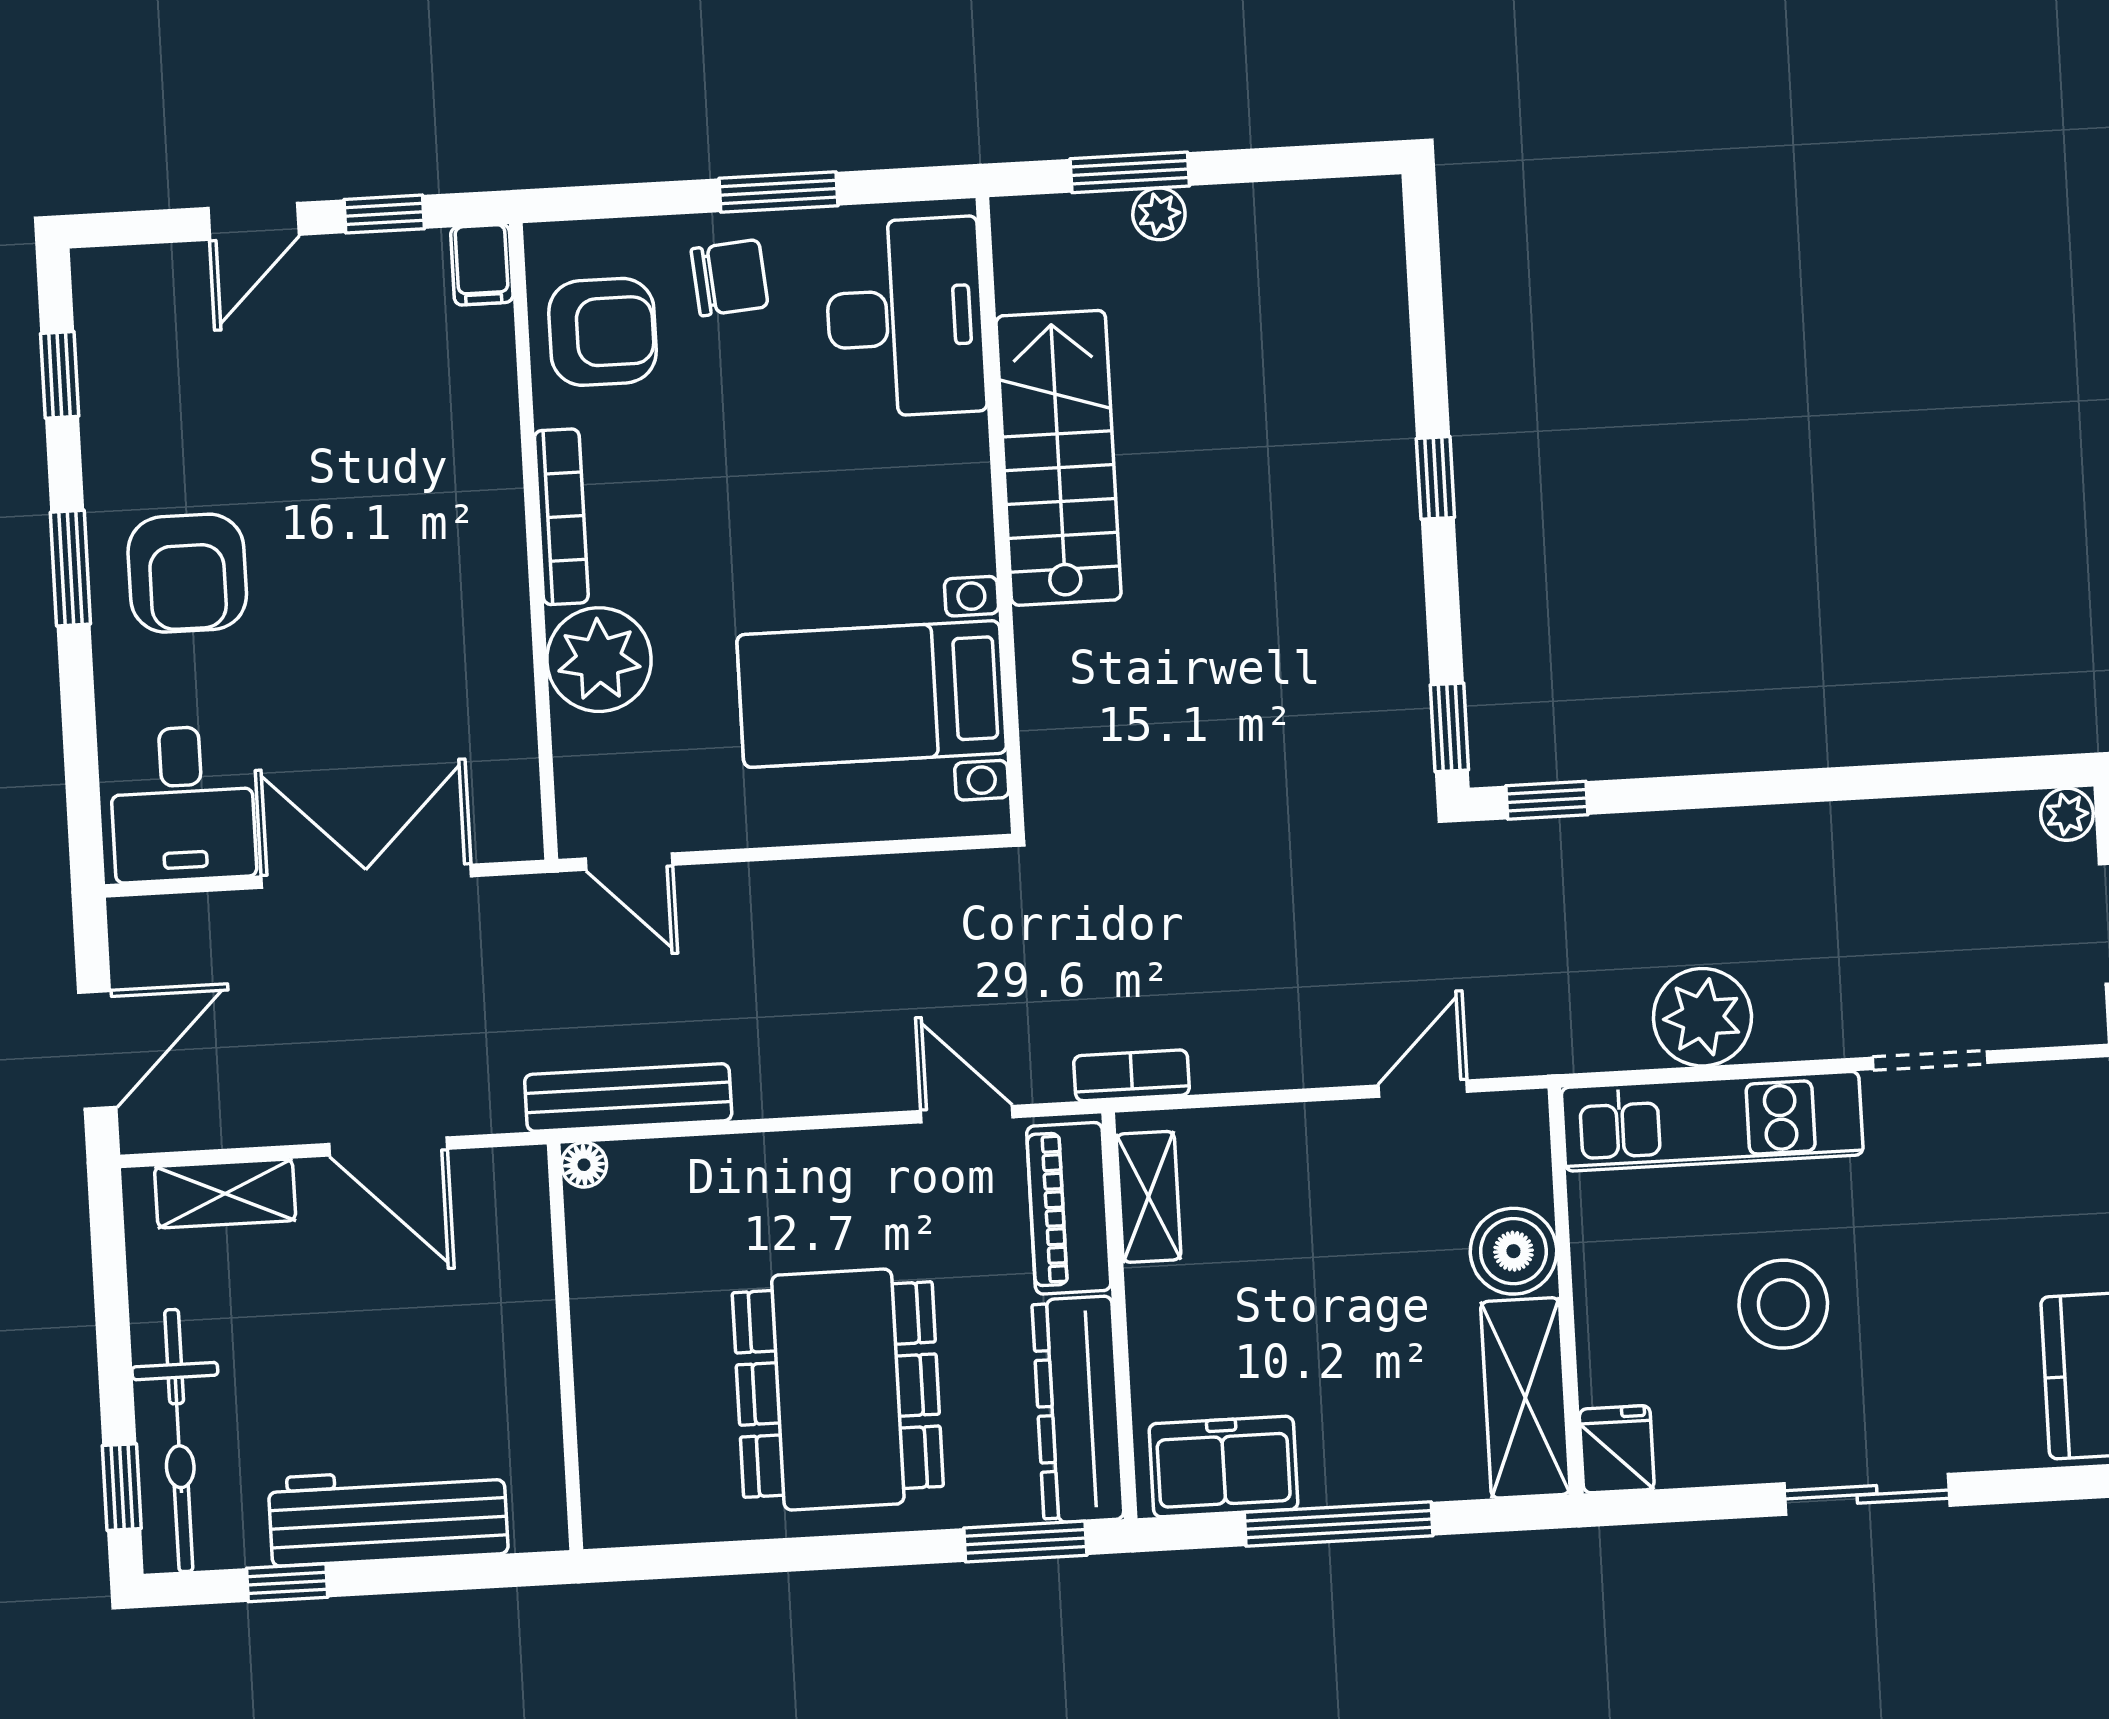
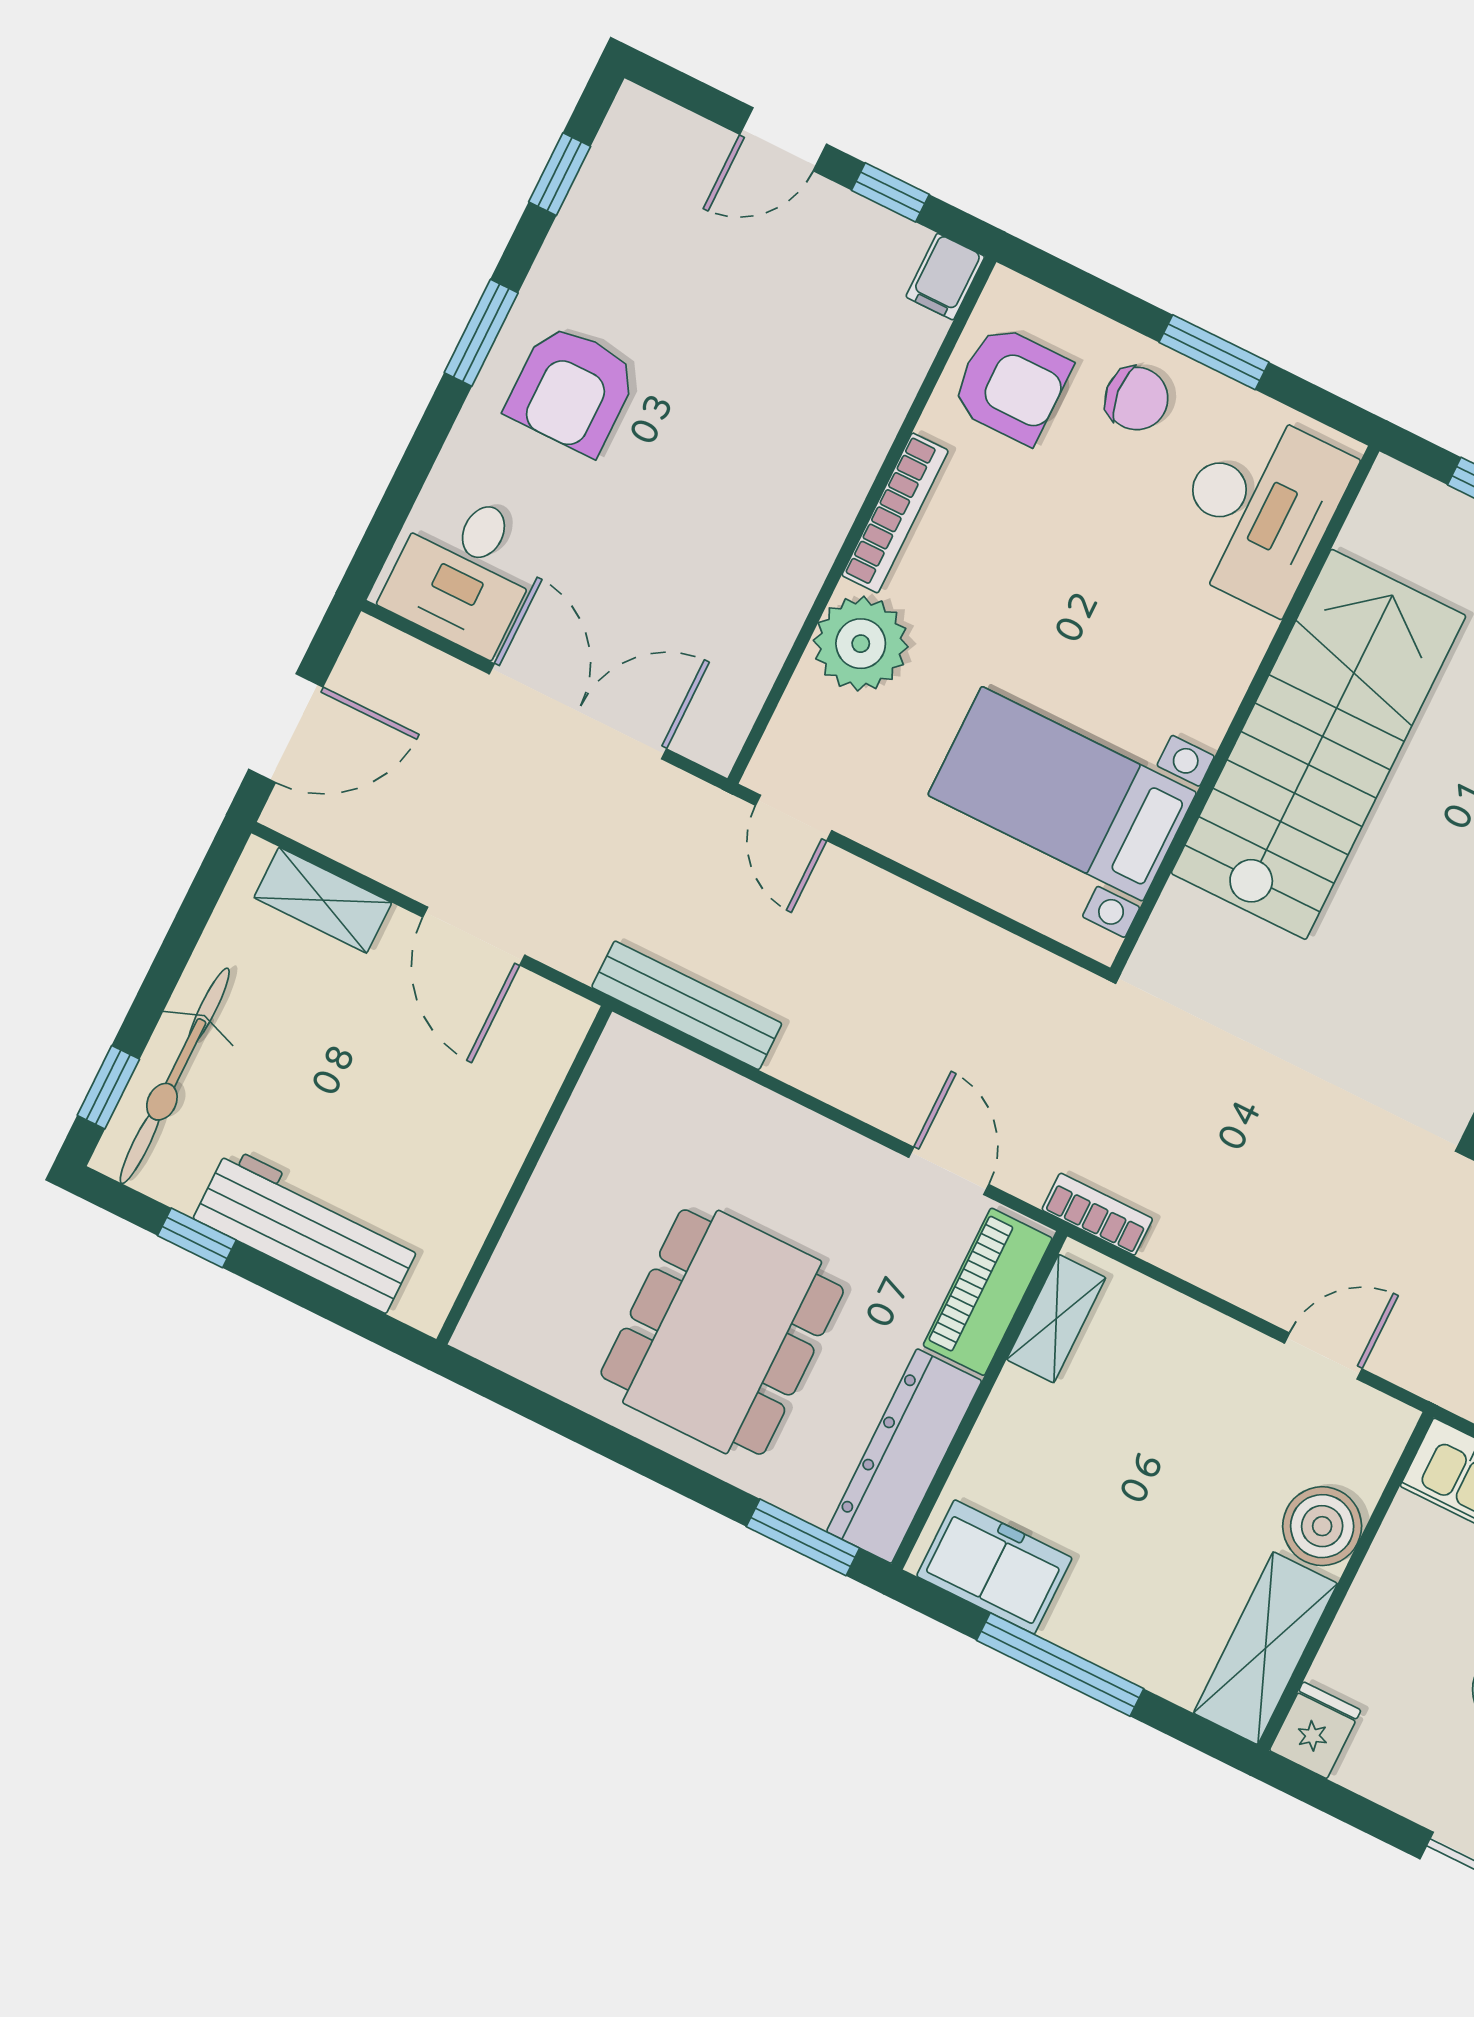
stairs: (1058, 458) -> (1319, 744), width x1.36, depth x1.51
floor lamp: (584, 1165) -> (621, 1039), removed

